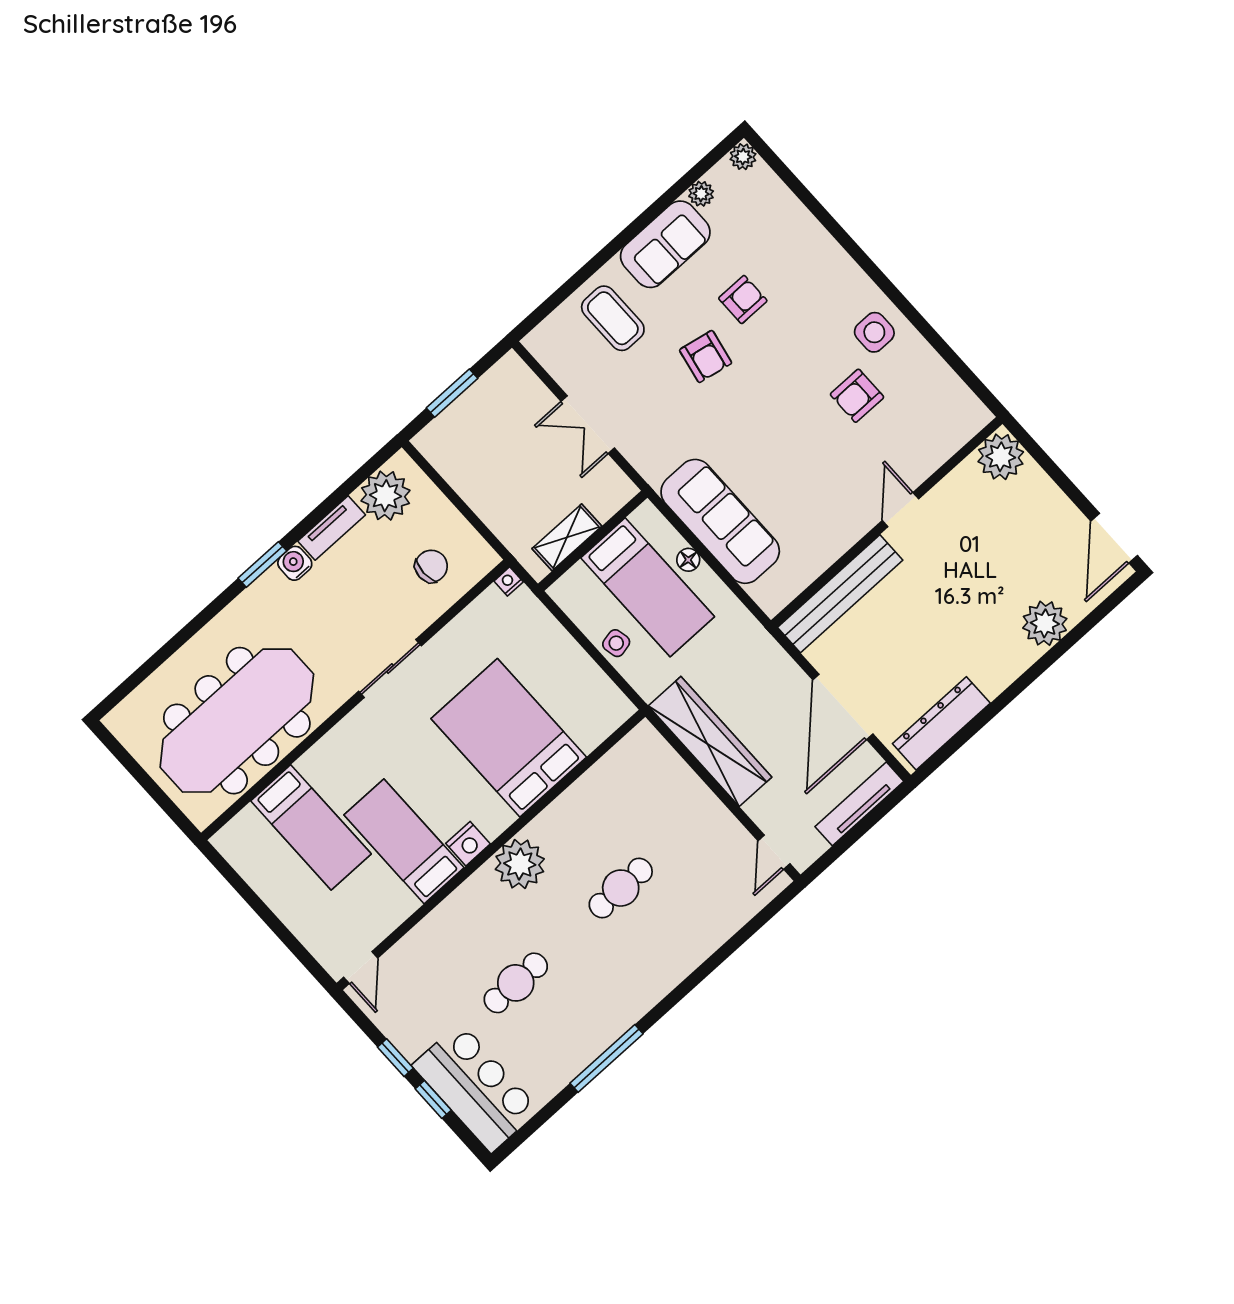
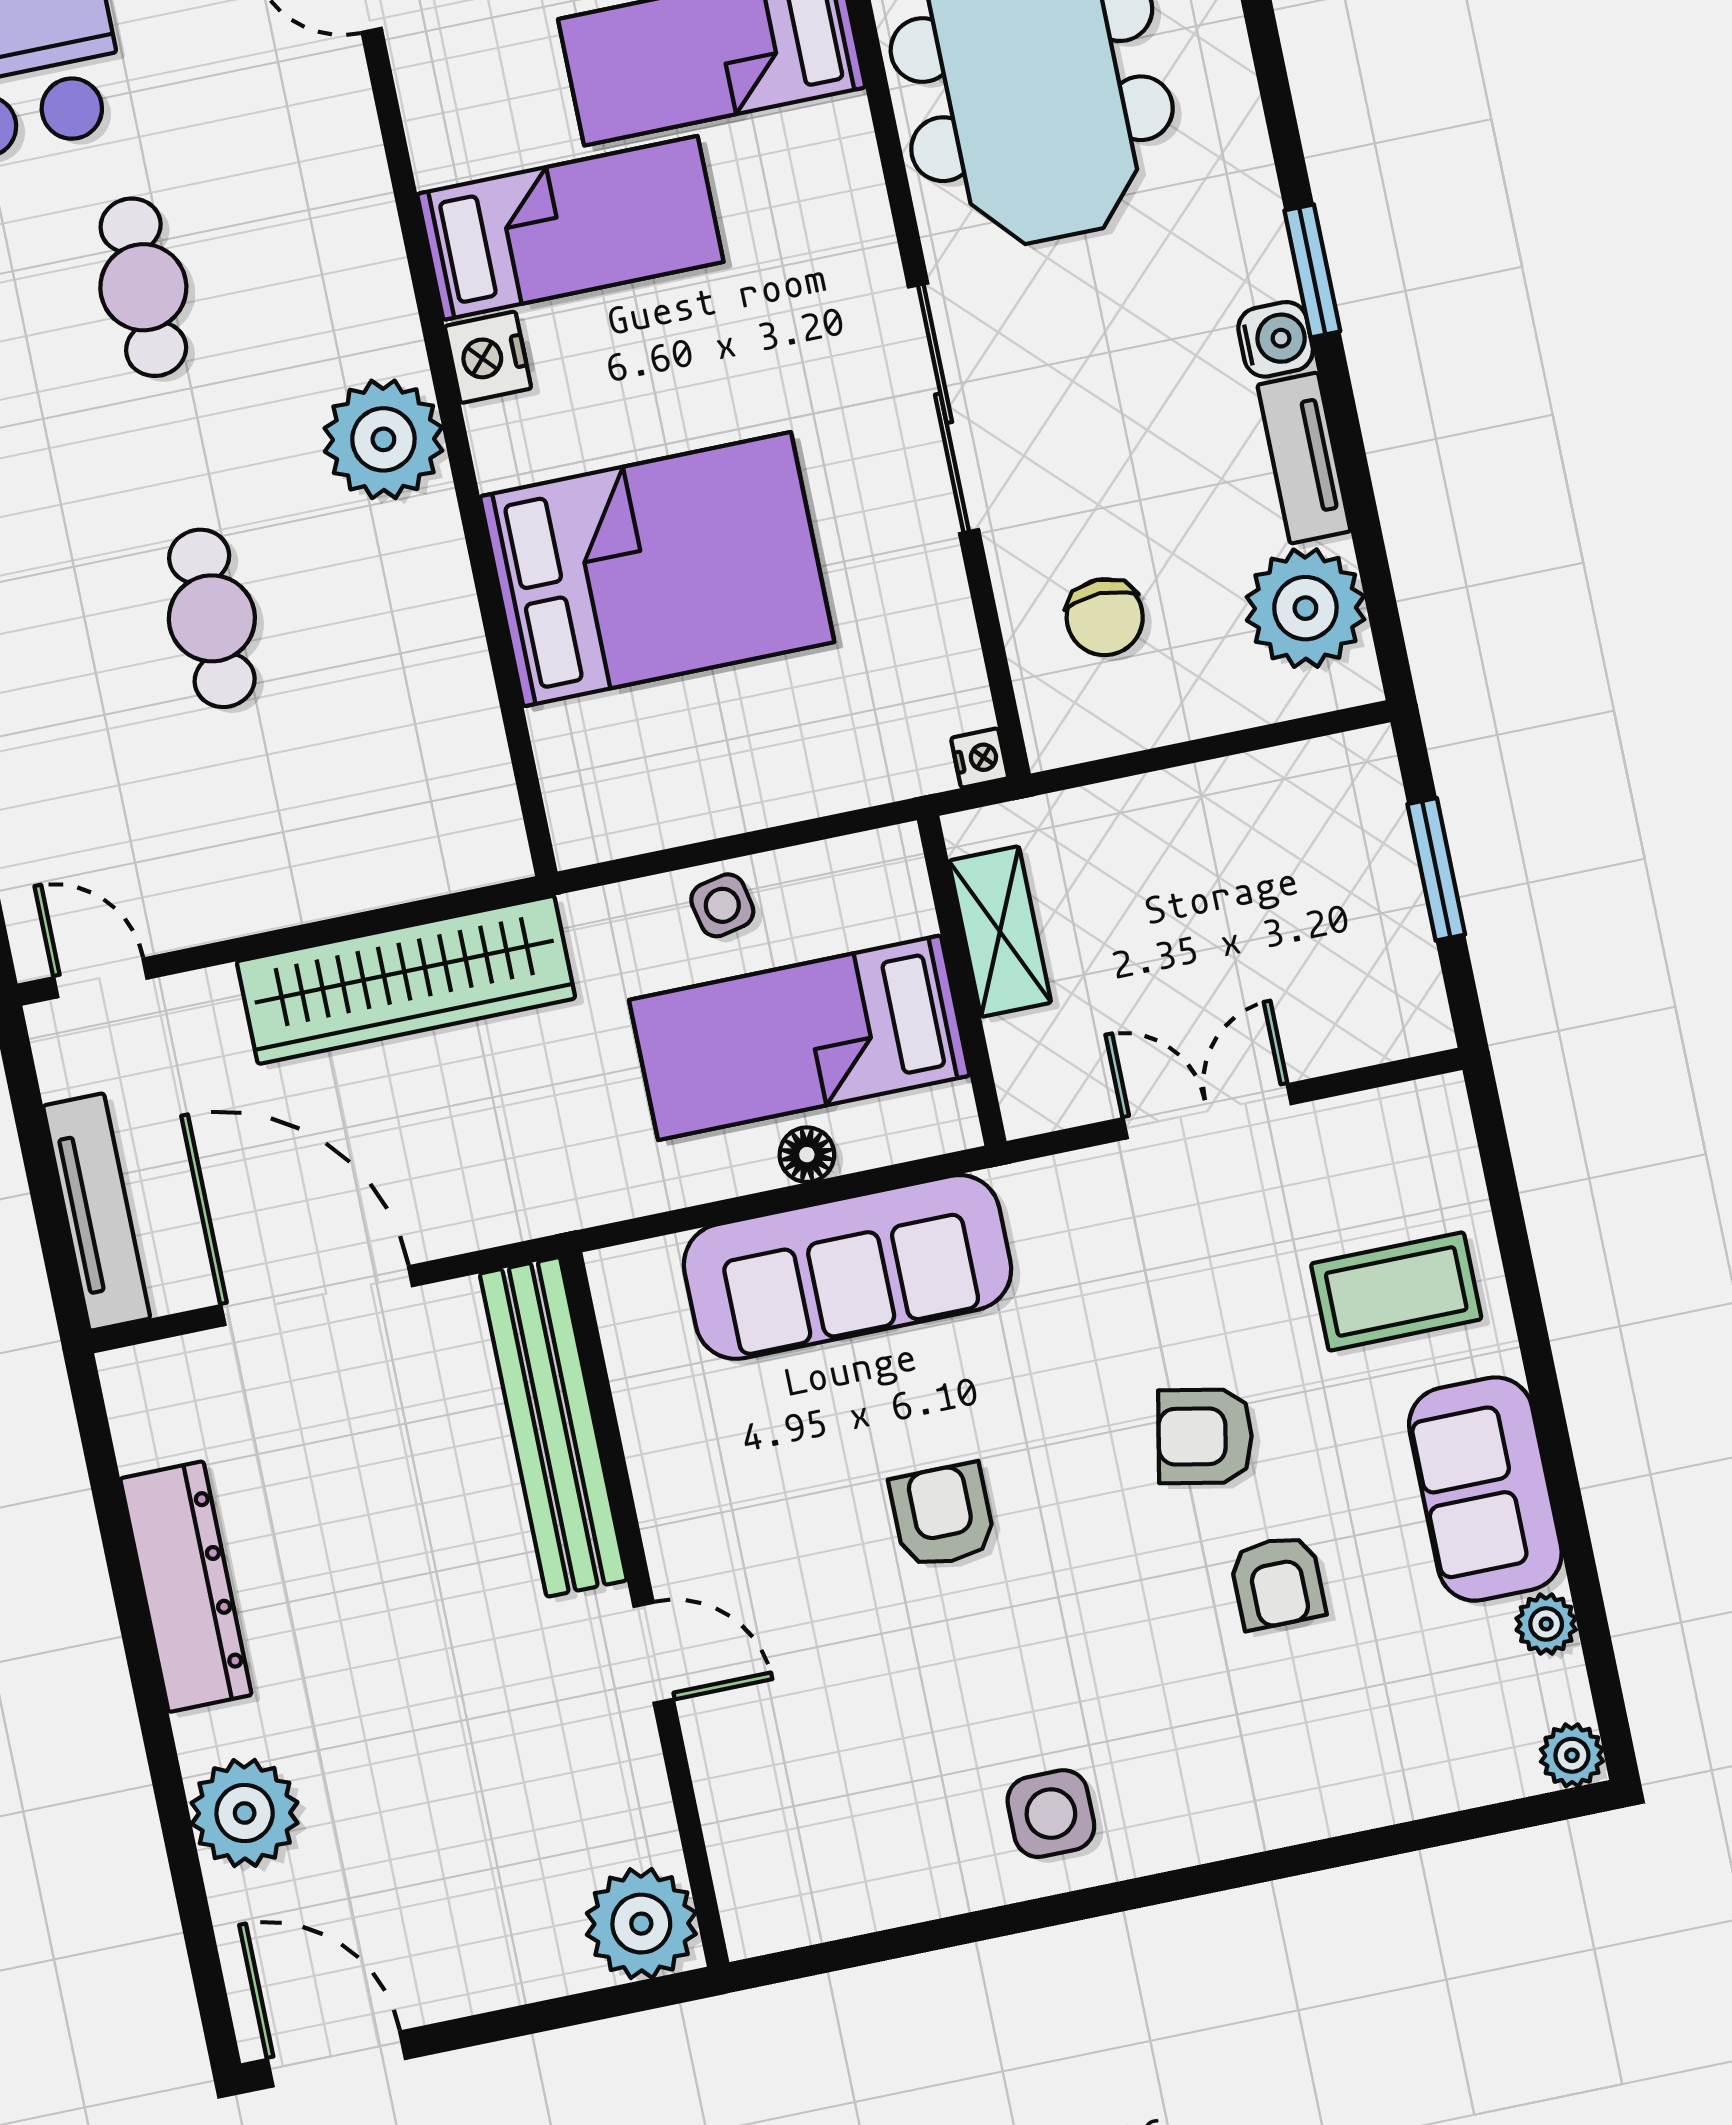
armchair: (857, 396) -> (942, 1516), moved
sliding door: (390, 669) -> (944, 408), width x1.37
dresser: (941, 723) -> (186, 1587), moved

